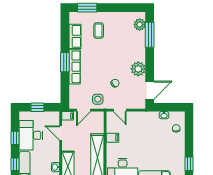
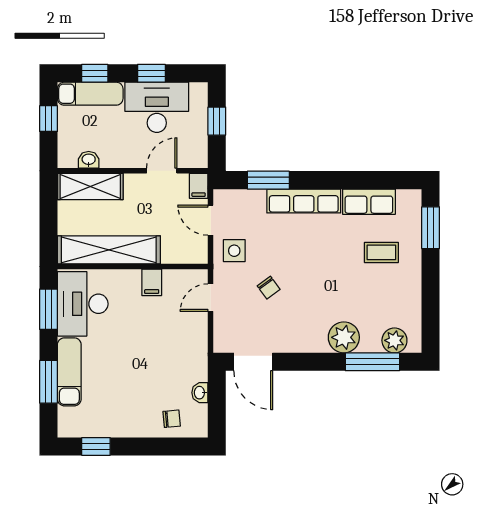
window: (65, 62) -> (268, 180), moved
plant: (138, 69) -> (344, 337), moved

